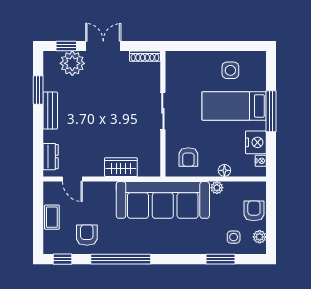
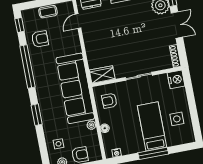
nightstand: (256, 142) -> (176, 79), moved, turned -90
wardrobe: (121, 167) -> (102, 74), moved, turned -90
window: (221, 259) -> (37, 115), moved

